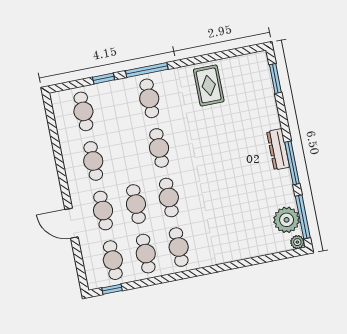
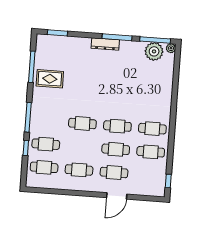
window: (218, 56) -> (32, 67), added
cafe table: (149, 98) -> (46, 144), moved
cafe table: (113, 260) -> (149, 175), removed

